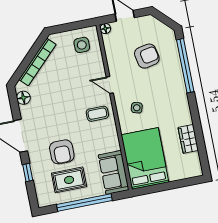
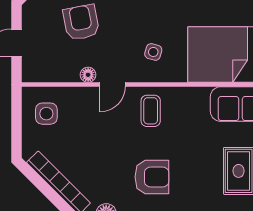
floor lamp: (105, 29) -> (88, 75), moved
armchair: (62, 152) -> (152, 177), moved

